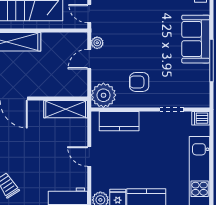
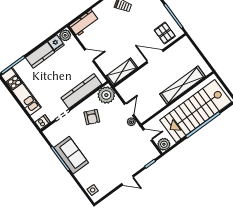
sofa: (196, 39) -> (71, 155), moved
armchair: (139, 82) -> (92, 117), turned 114
kitchen counter: (119, 121) -> (81, 91), width x1.50

